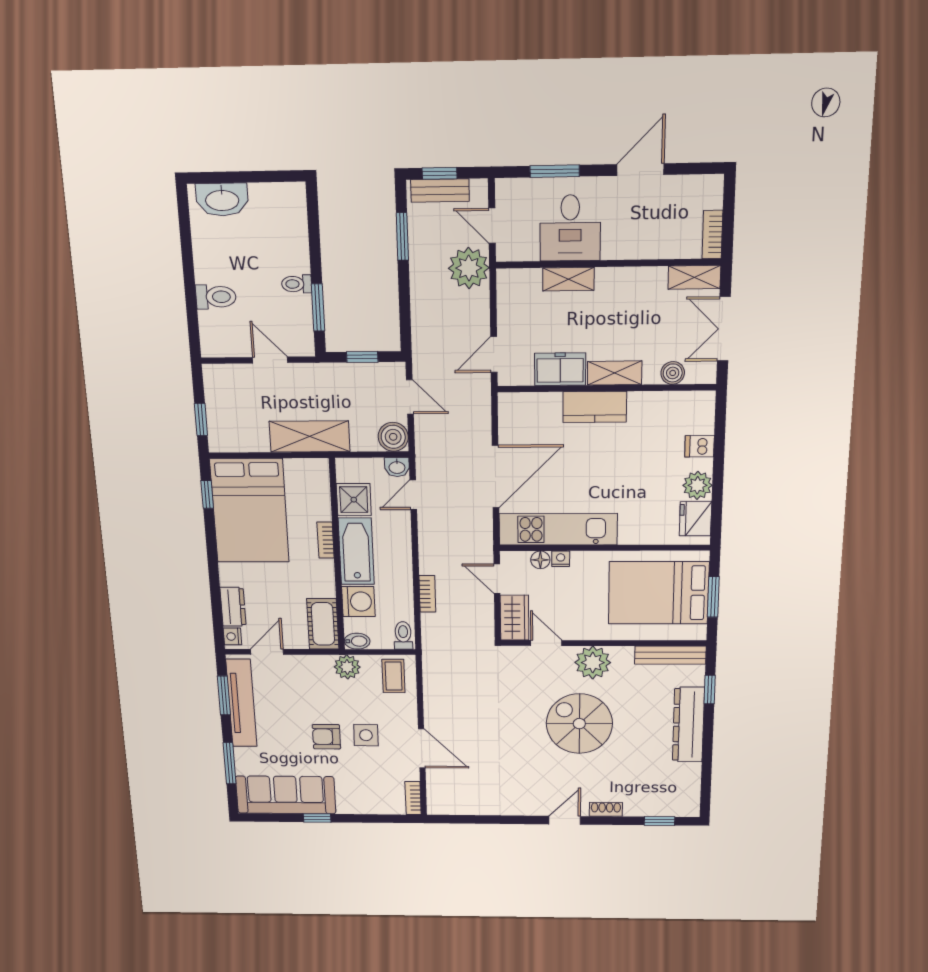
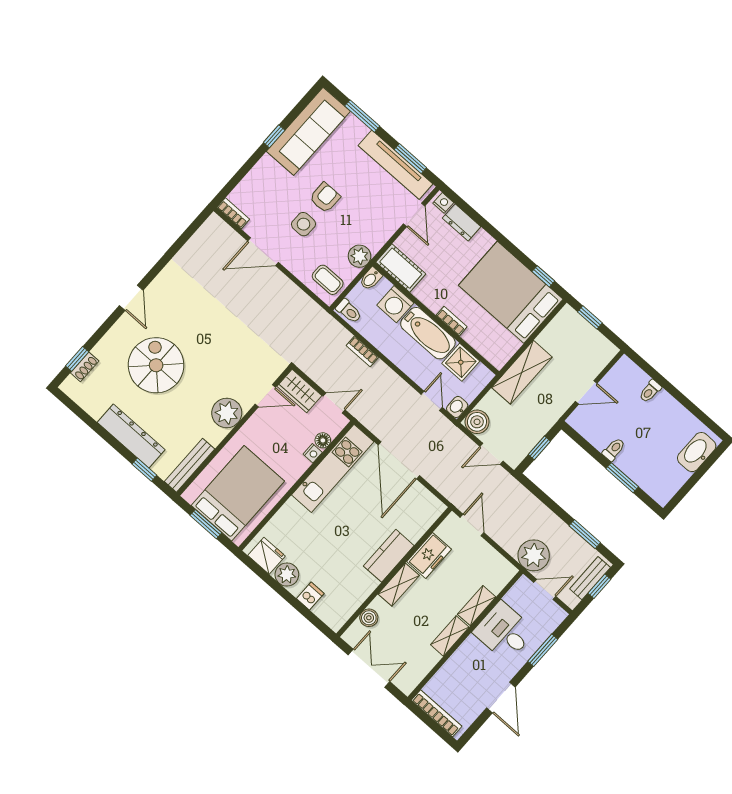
bookcase: (712, 235) -> (437, 713), width x1.56
shelving: (694, 277) -> (450, 636), moved
toilet: (216, 297) -> (650, 391), width x0.73, depth x0.72
window: (318, 307) -> (622, 478), moved
spiral stairs: (579, 724) -> (156, 365), moved, turned -90
shoe rack: (606, 809) -> (85, 367), moved

